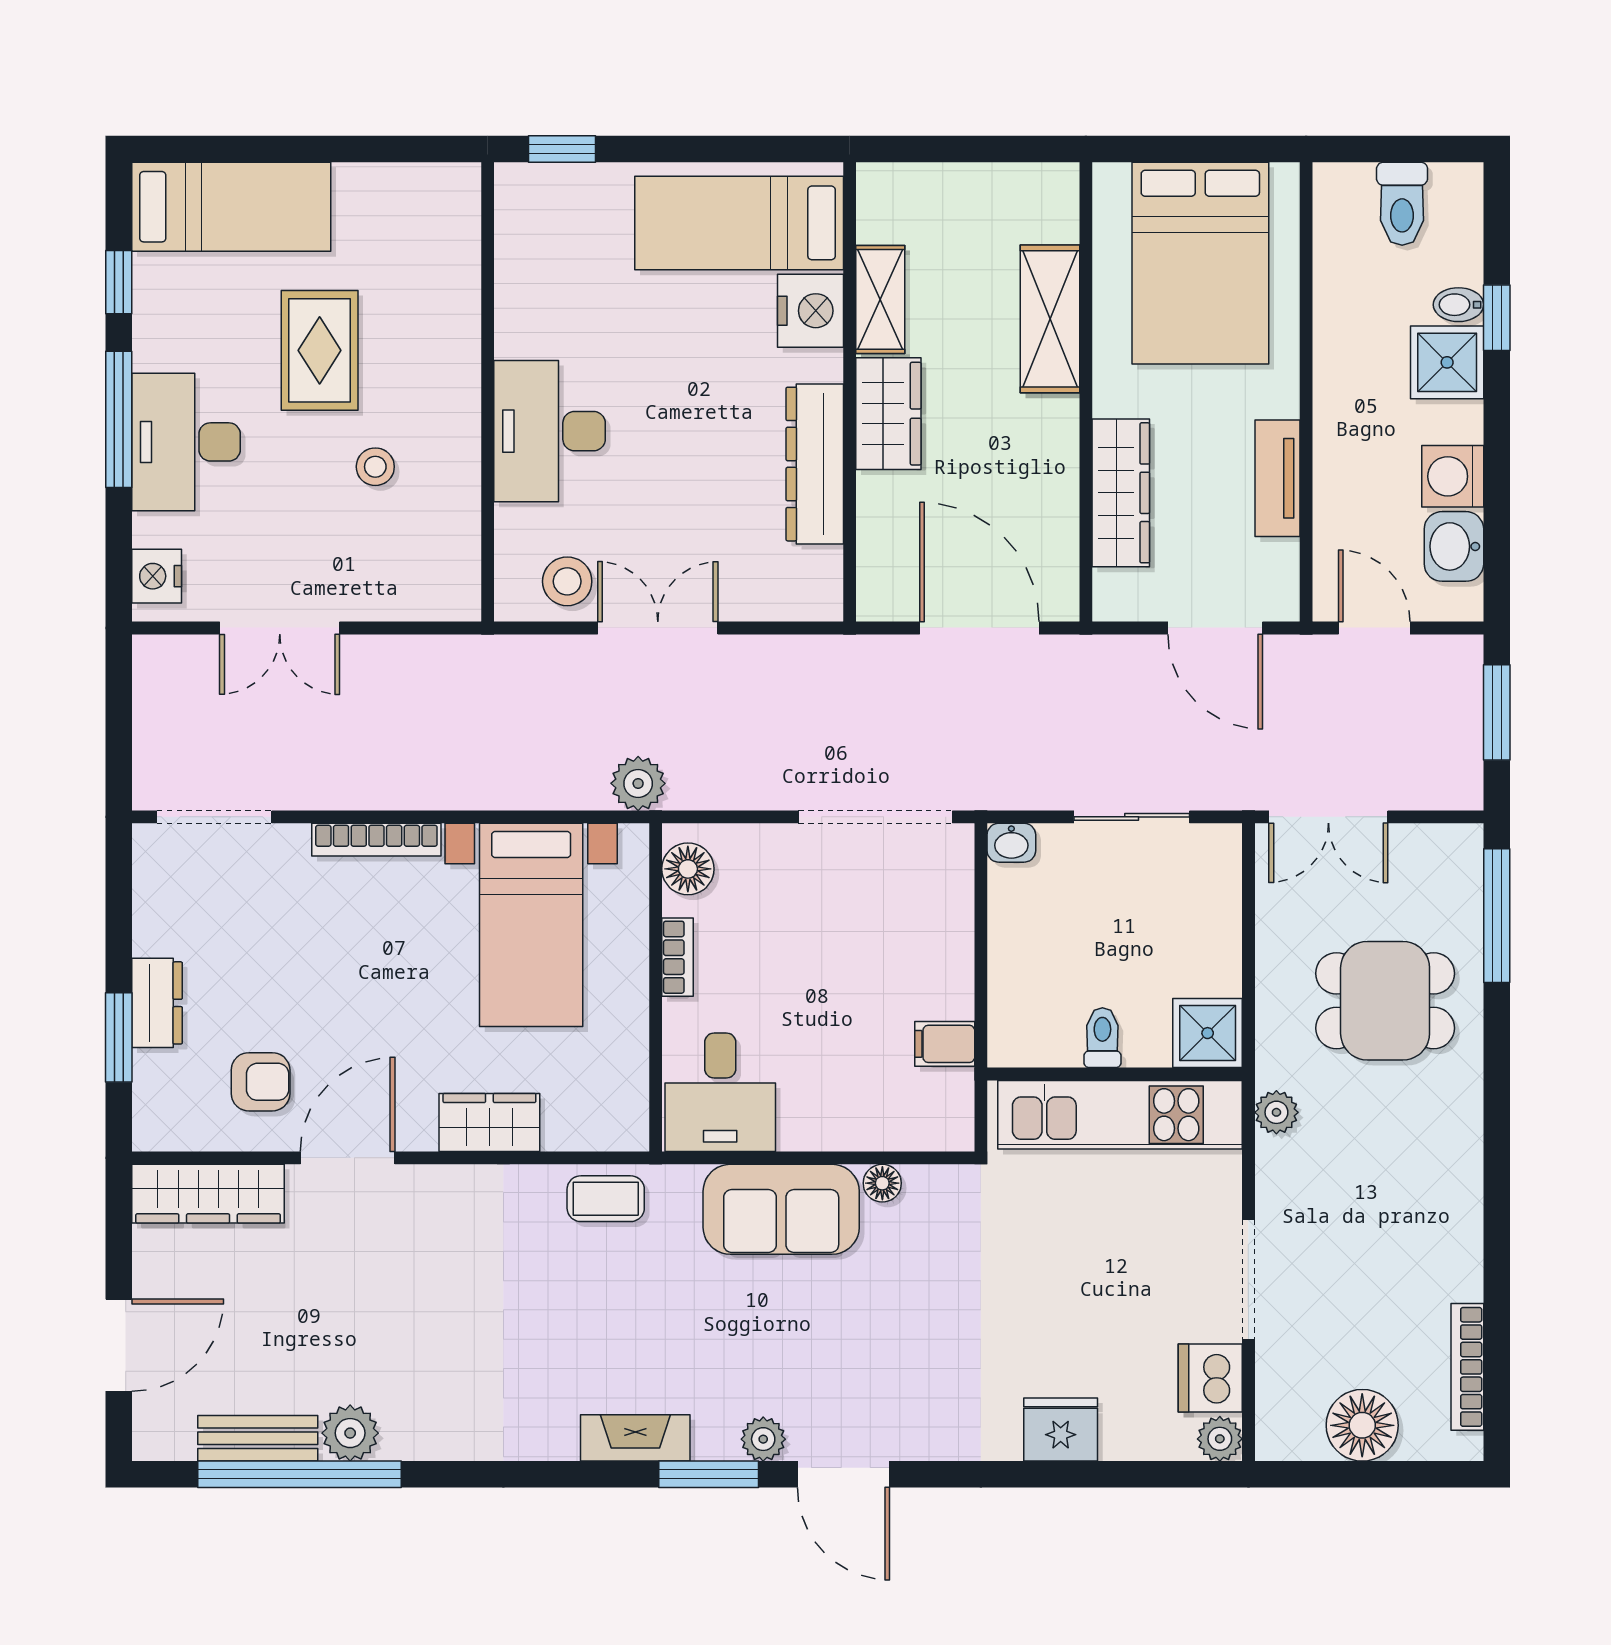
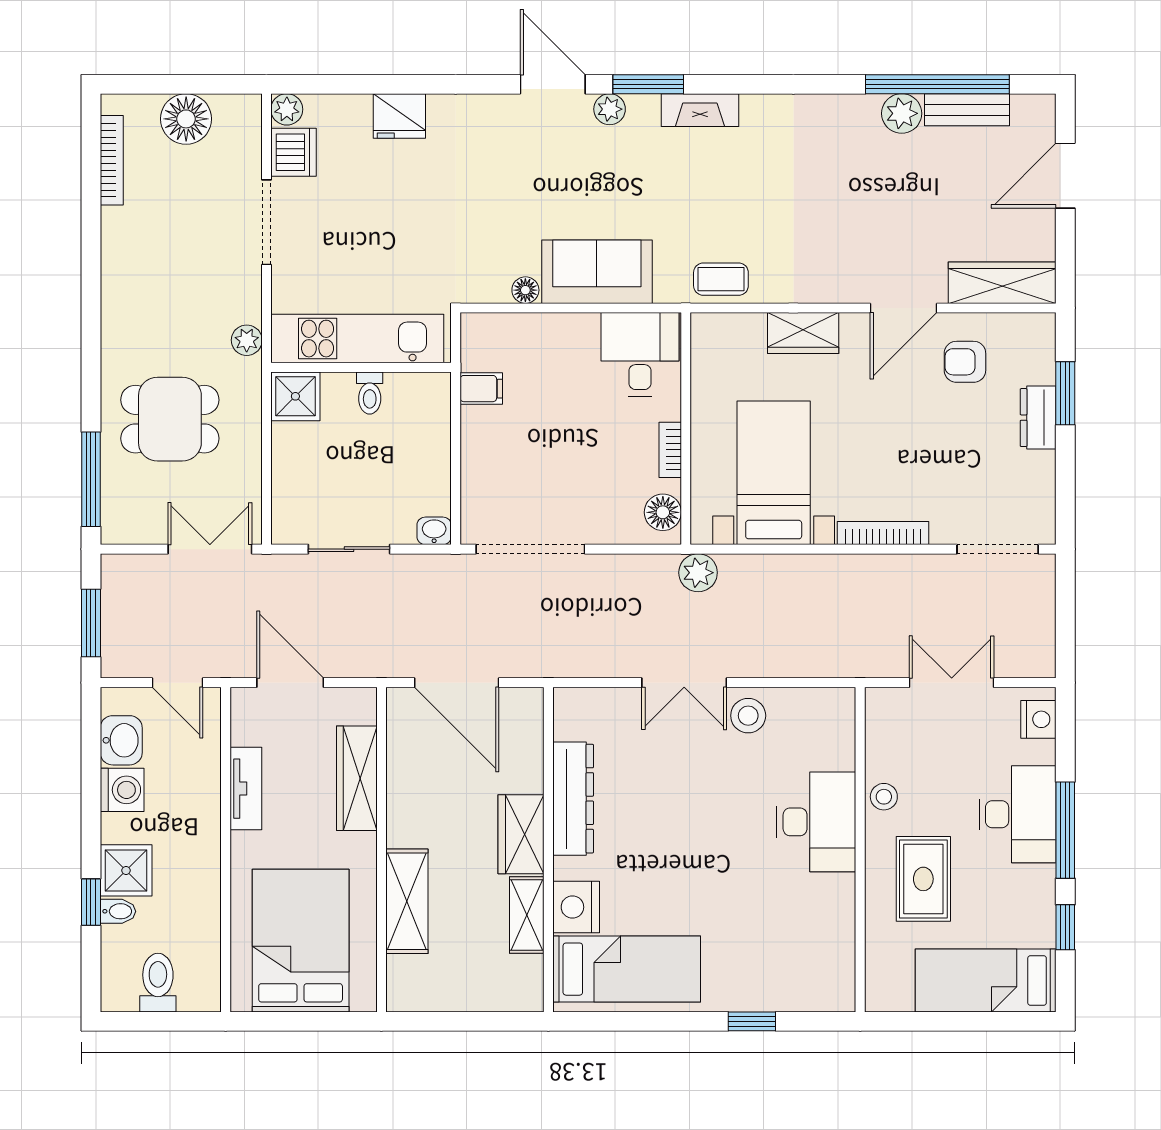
wall: (488, 392) -> (860, 850), moved
desk: (550, 431) -> (816, 822), moved

